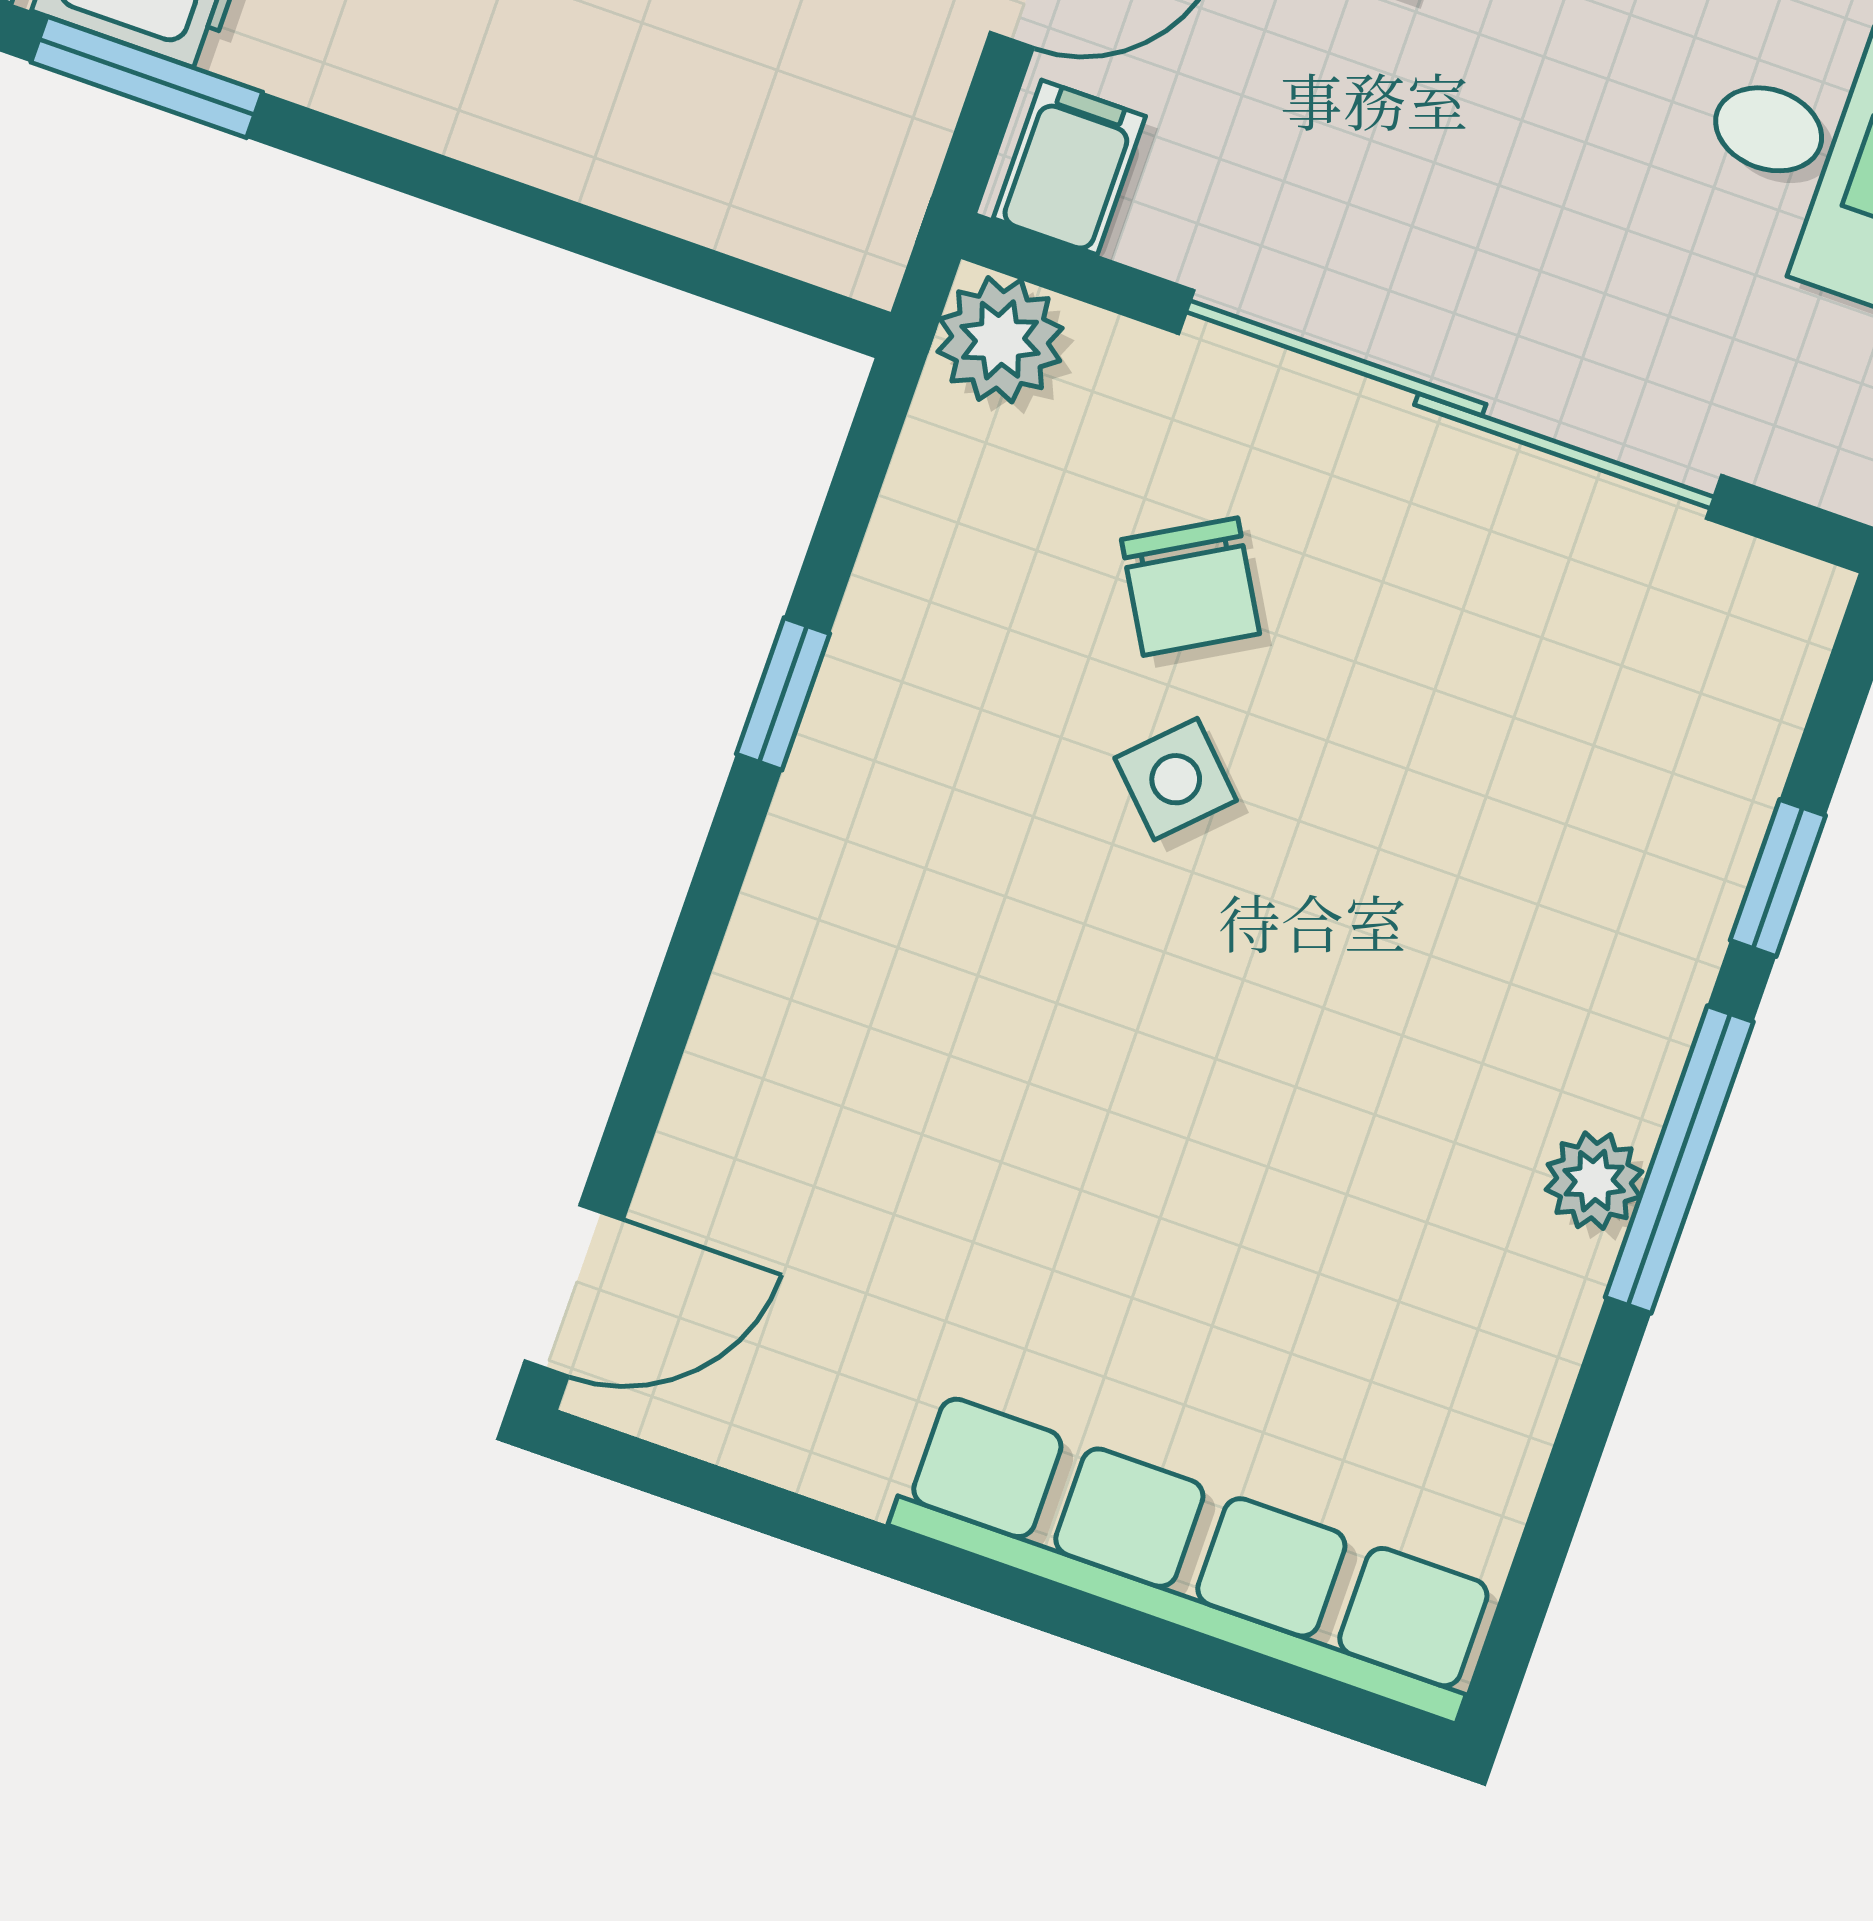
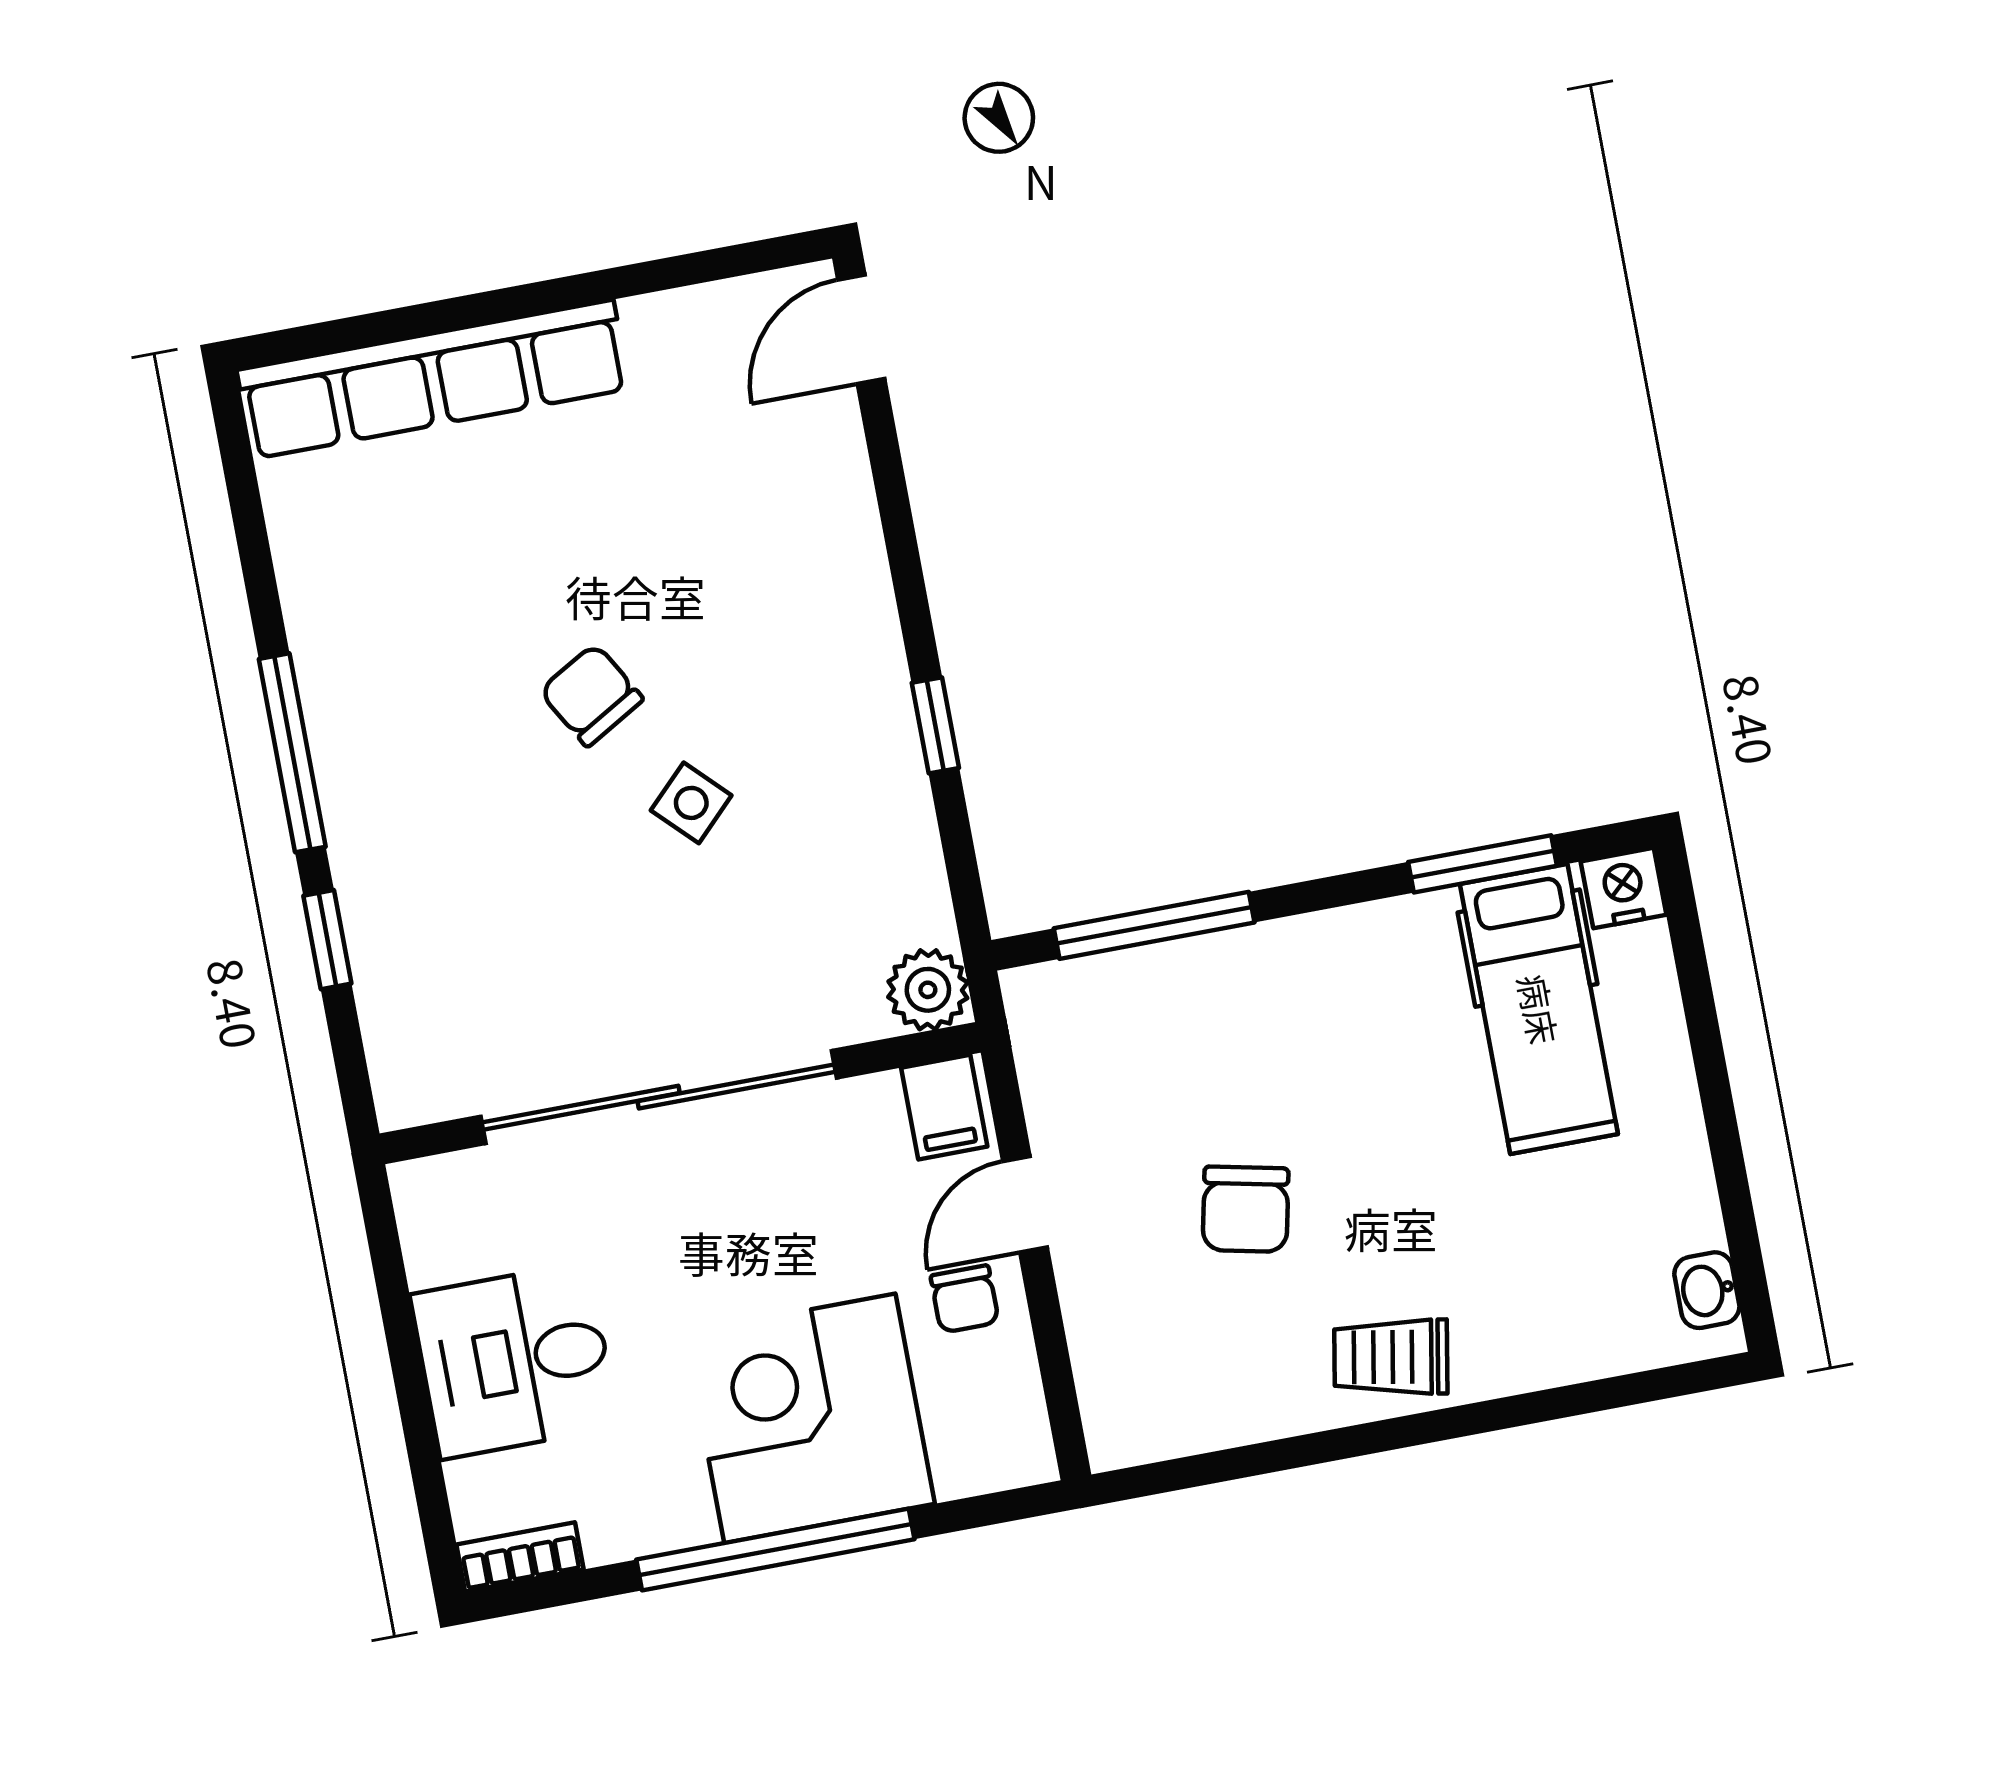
window: (642, 250) -> (1154, 925), added
chair: (1190, 587) -> (591, 695), moved
plant: (1594, 1181) -> (333, 714), removed

